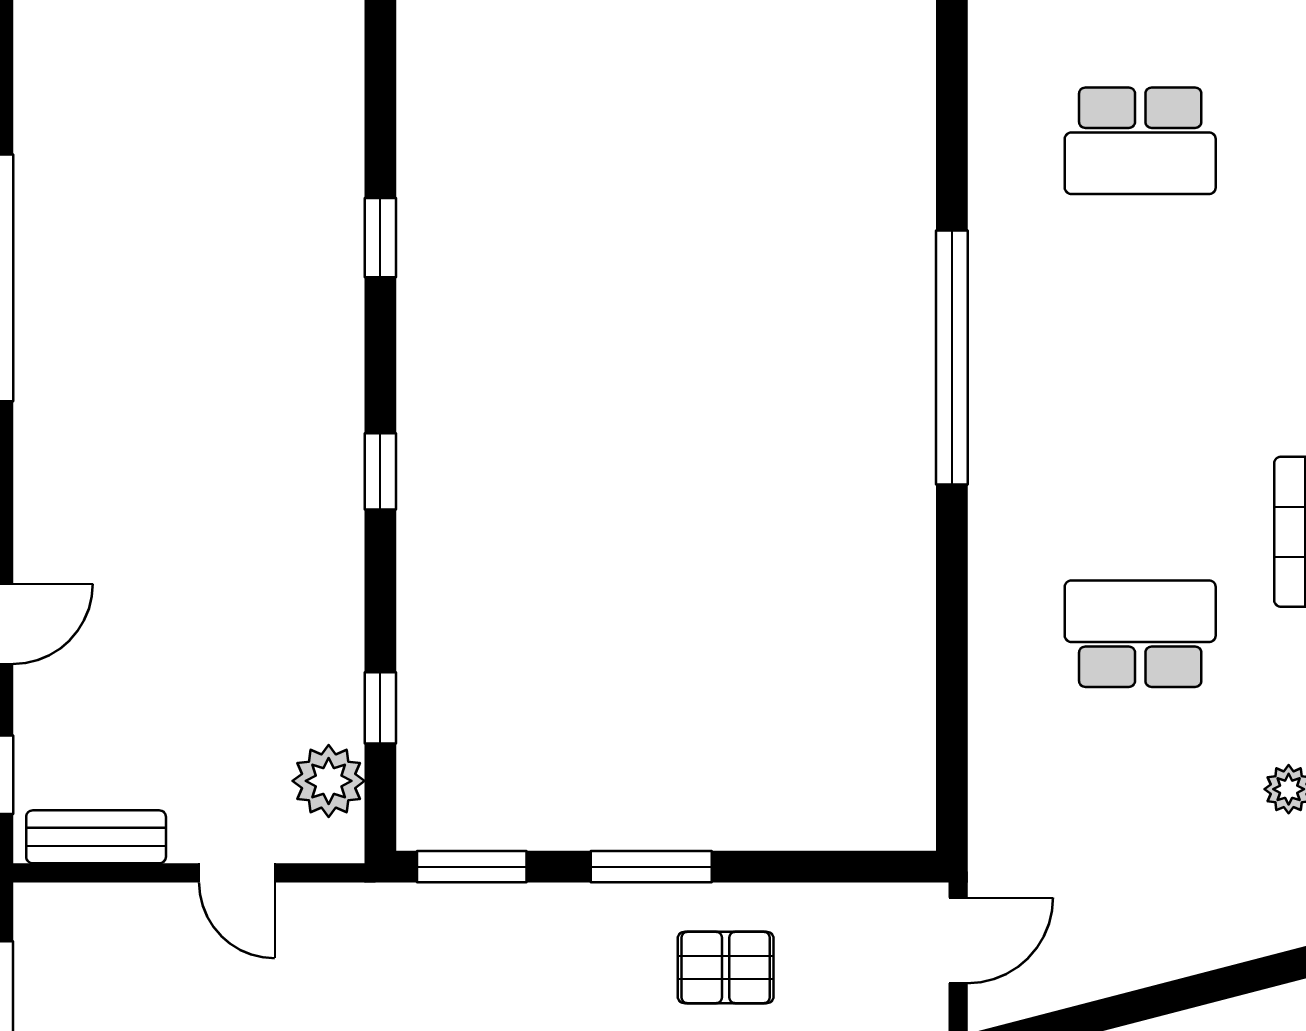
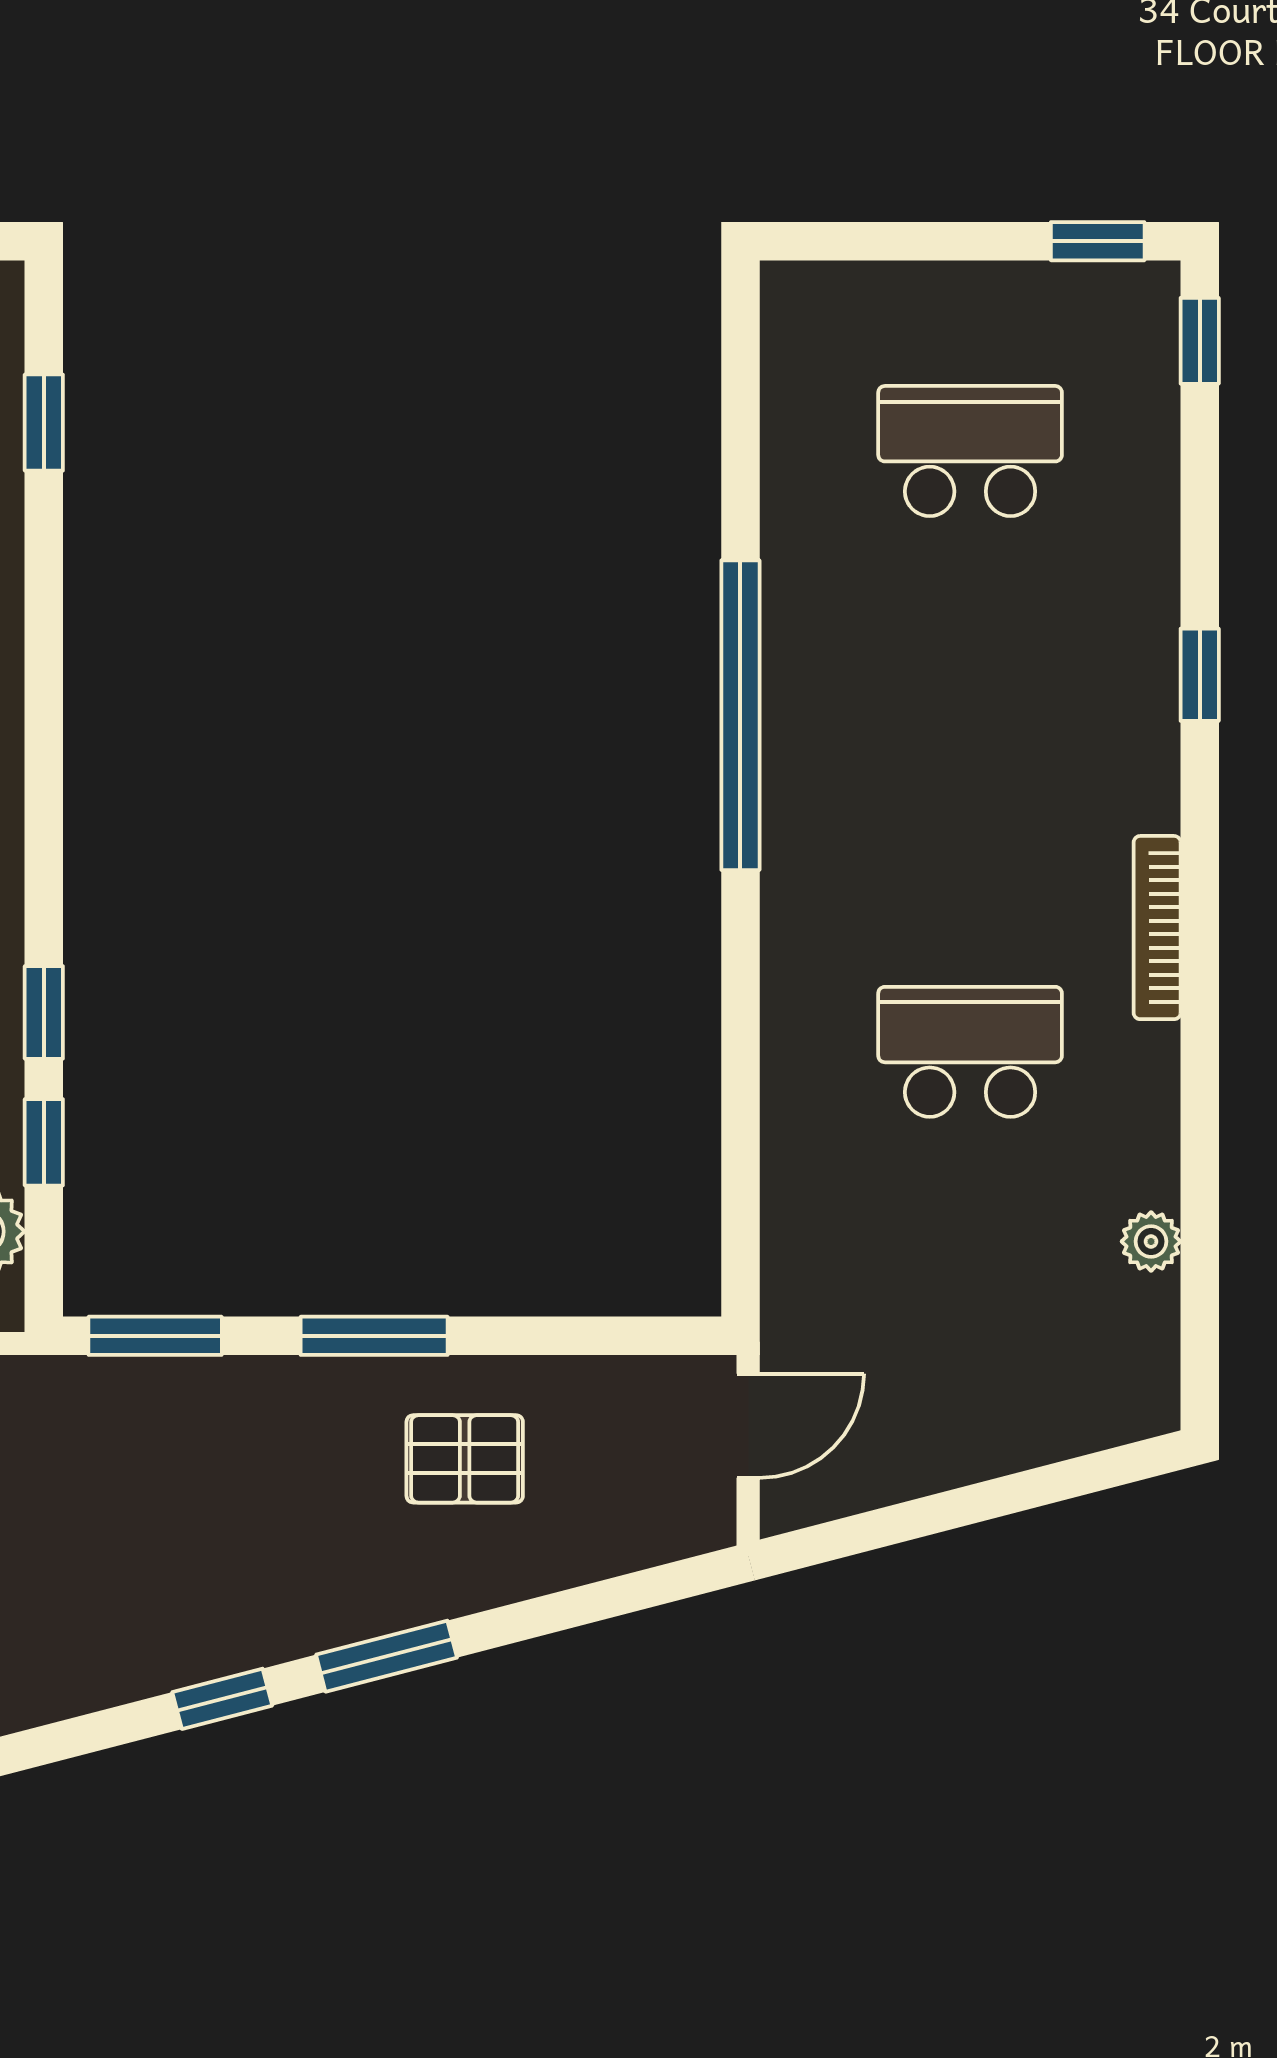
school desk: (1140, 141) -> (970, 451), turned 180
window: (380, 238) -> (44, 423), moved
window: (380, 471) -> (44, 1012), moved

